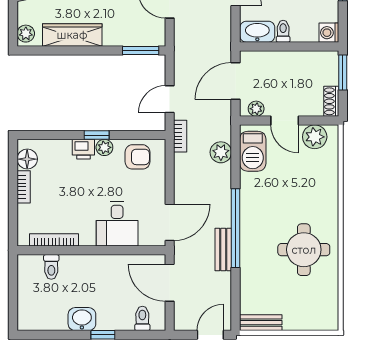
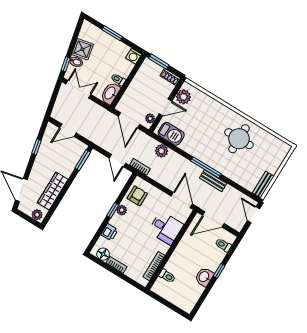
printer: (83, 149) -> (109, 232), moved
window: (236, 228) -> (206, 167), width x0.68

